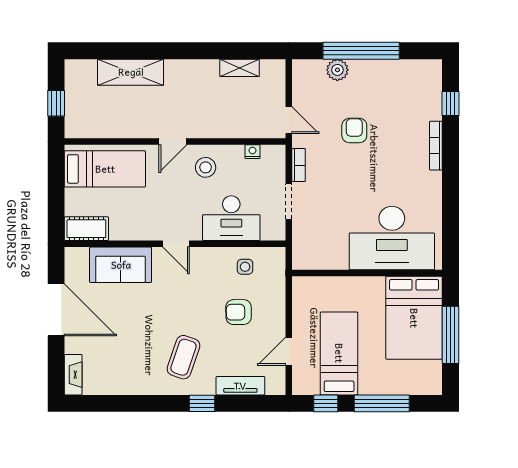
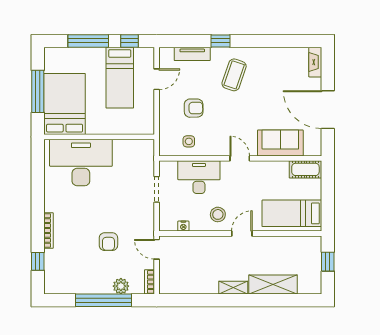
shelving: (240, 68) -> (233, 288), moved
bookcase: (299, 165) -> (149, 282), moved

